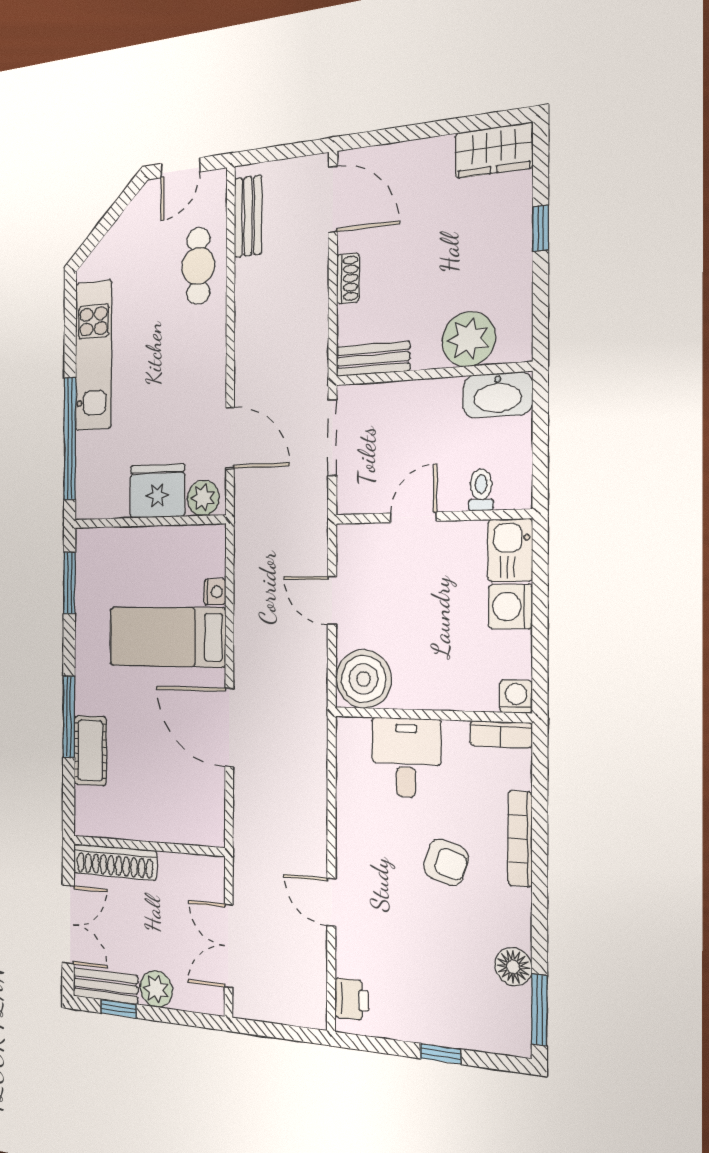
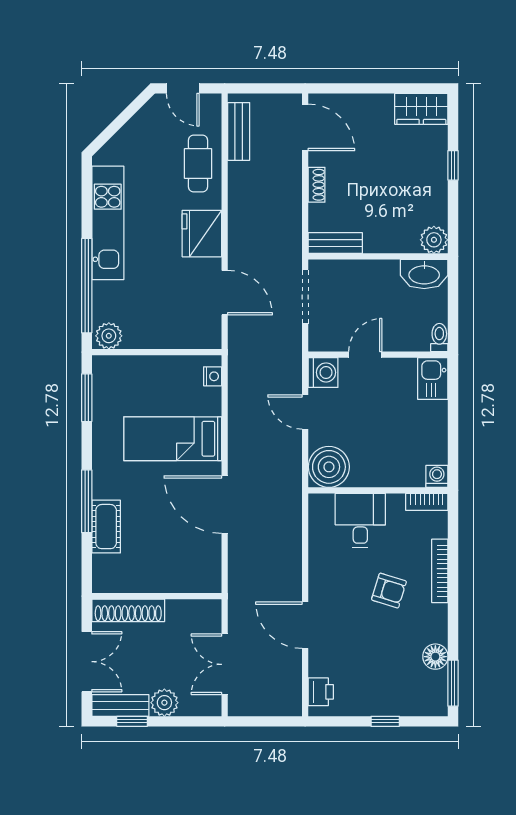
door: (180, 168) -> (183, 88), hinge flipped
plant: (469, 339) -> (434, 240), moved, width x0.73, depth x0.73
toilet: (481, 490) -> (439, 337), moved
fridge: (157, 491) -> (202, 234), moved, turned -90
plant: (203, 498) -> (109, 336), moved
nightstand: (215, 592) -> (213, 376), moved
washing machine: (510, 607) -> (323, 372), moved, turned 180
door: (331, 902) -> (305, 625), width x1.38

